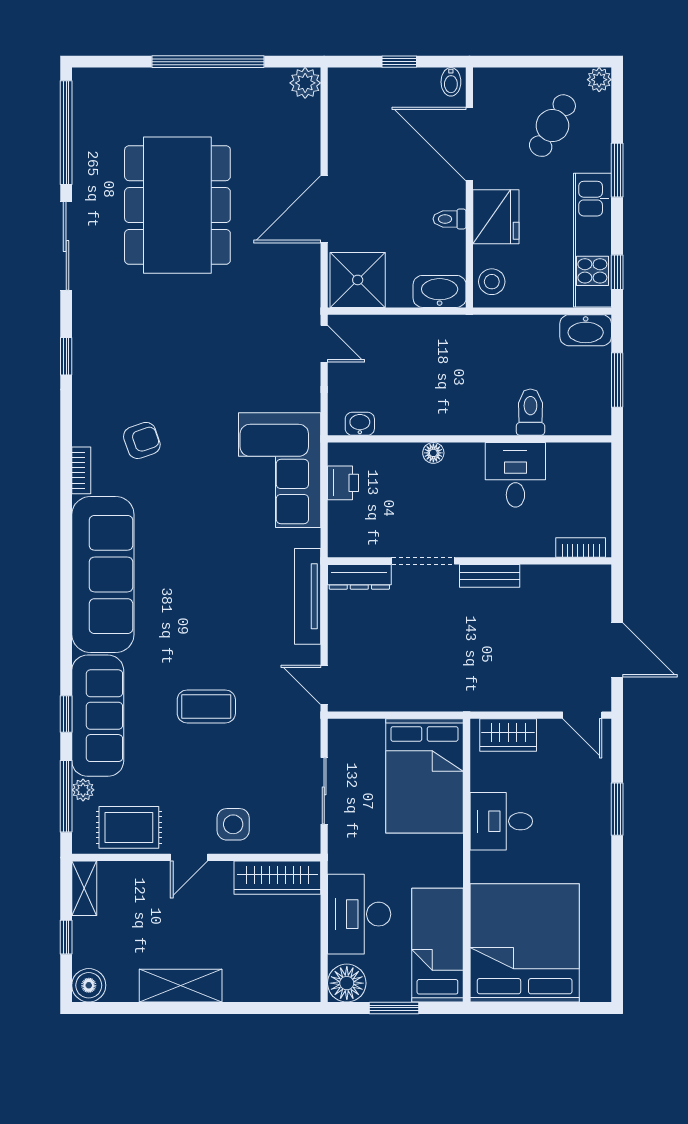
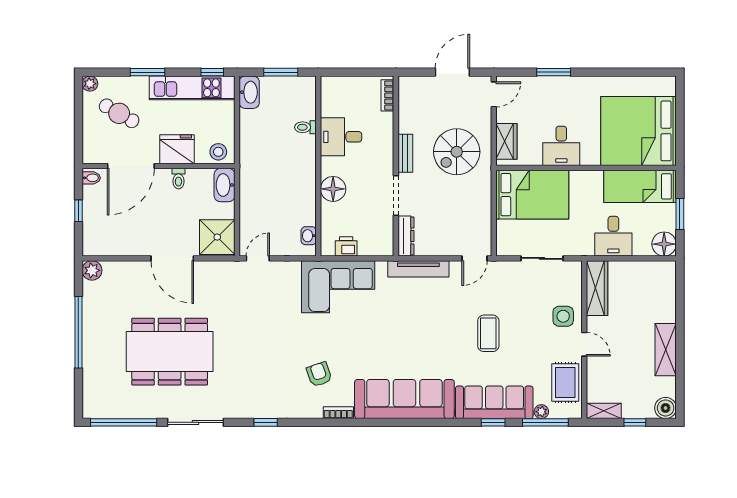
toilet: (530, 412) -> (305, 127), width x0.73, depth x0.72
floor lamp: (433, 453) -> (333, 189), width x1.89, depth x1.89
spiral stairs: (492, 657) -> (457, 152), added
desk: (359, 914) -> (613, 236), width x0.73

